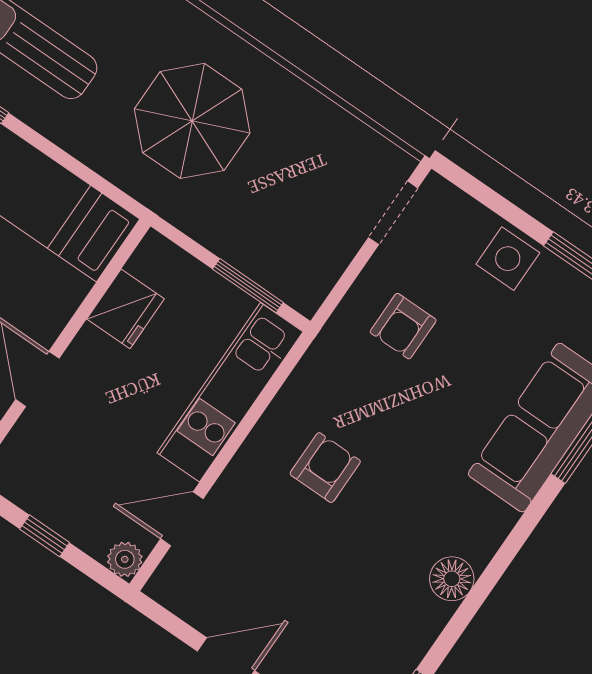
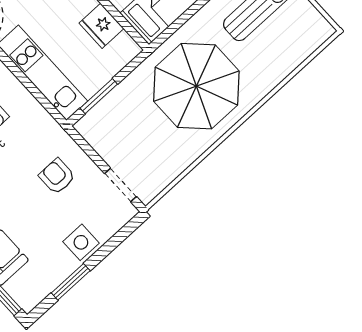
parasol: (192, 121) -> (196, 86), width x1.36, depth x1.36

